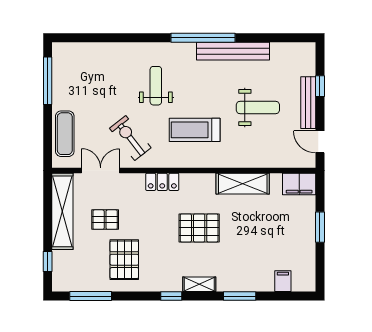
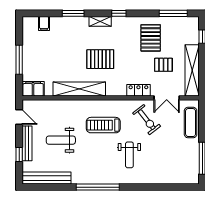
bench: (233, 51) -> (46, 178), moved
treadmill: (195, 130) -> (103, 125), turned 180
locker: (162, 182) -> (138, 90), moved
shelving: (243, 184) -> (79, 89), width x1.47
window: (320, 227) -> (19, 60), width x1.44

